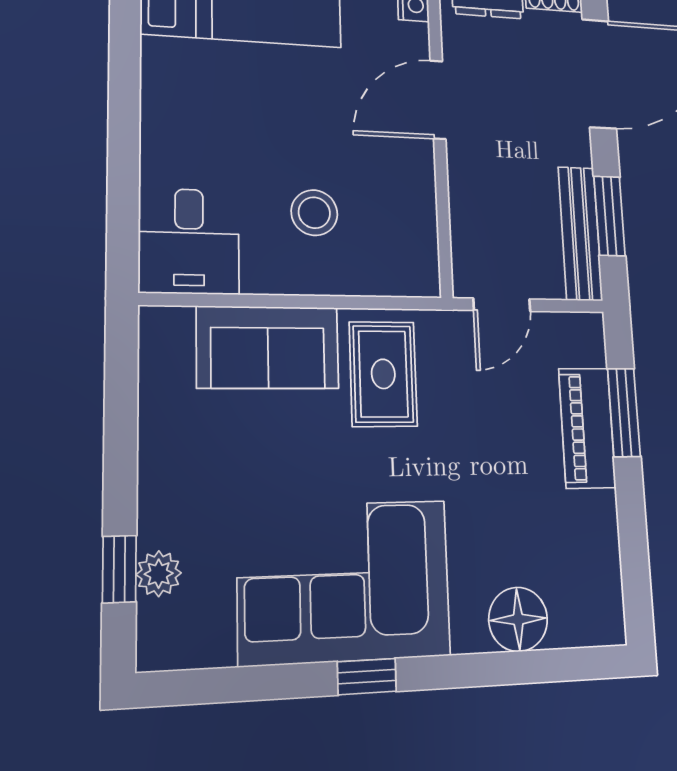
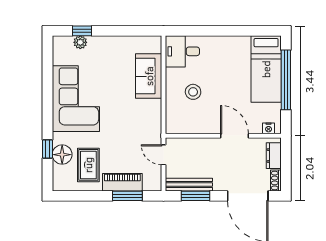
rug: (383, 374) -> (88, 165), moved, turned 90
window: (367, 677) -> (47, 149), moved

